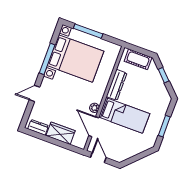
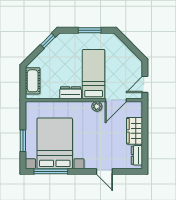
window: (88, 31) -> (23, 141), width x0.69
window: (47, 59) -> (51, 171), moved
window: (164, 75) -> (48, 41), moved
dresser: (117, 85) -> (71, 93), width x0.70

